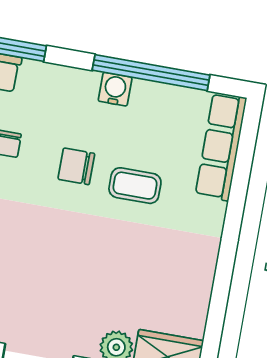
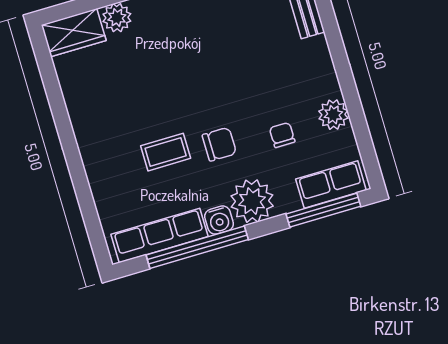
plant: (72, 92) -> (252, 201), added
row of seats: (221, 147) -> (160, 235), moved, turned -90

